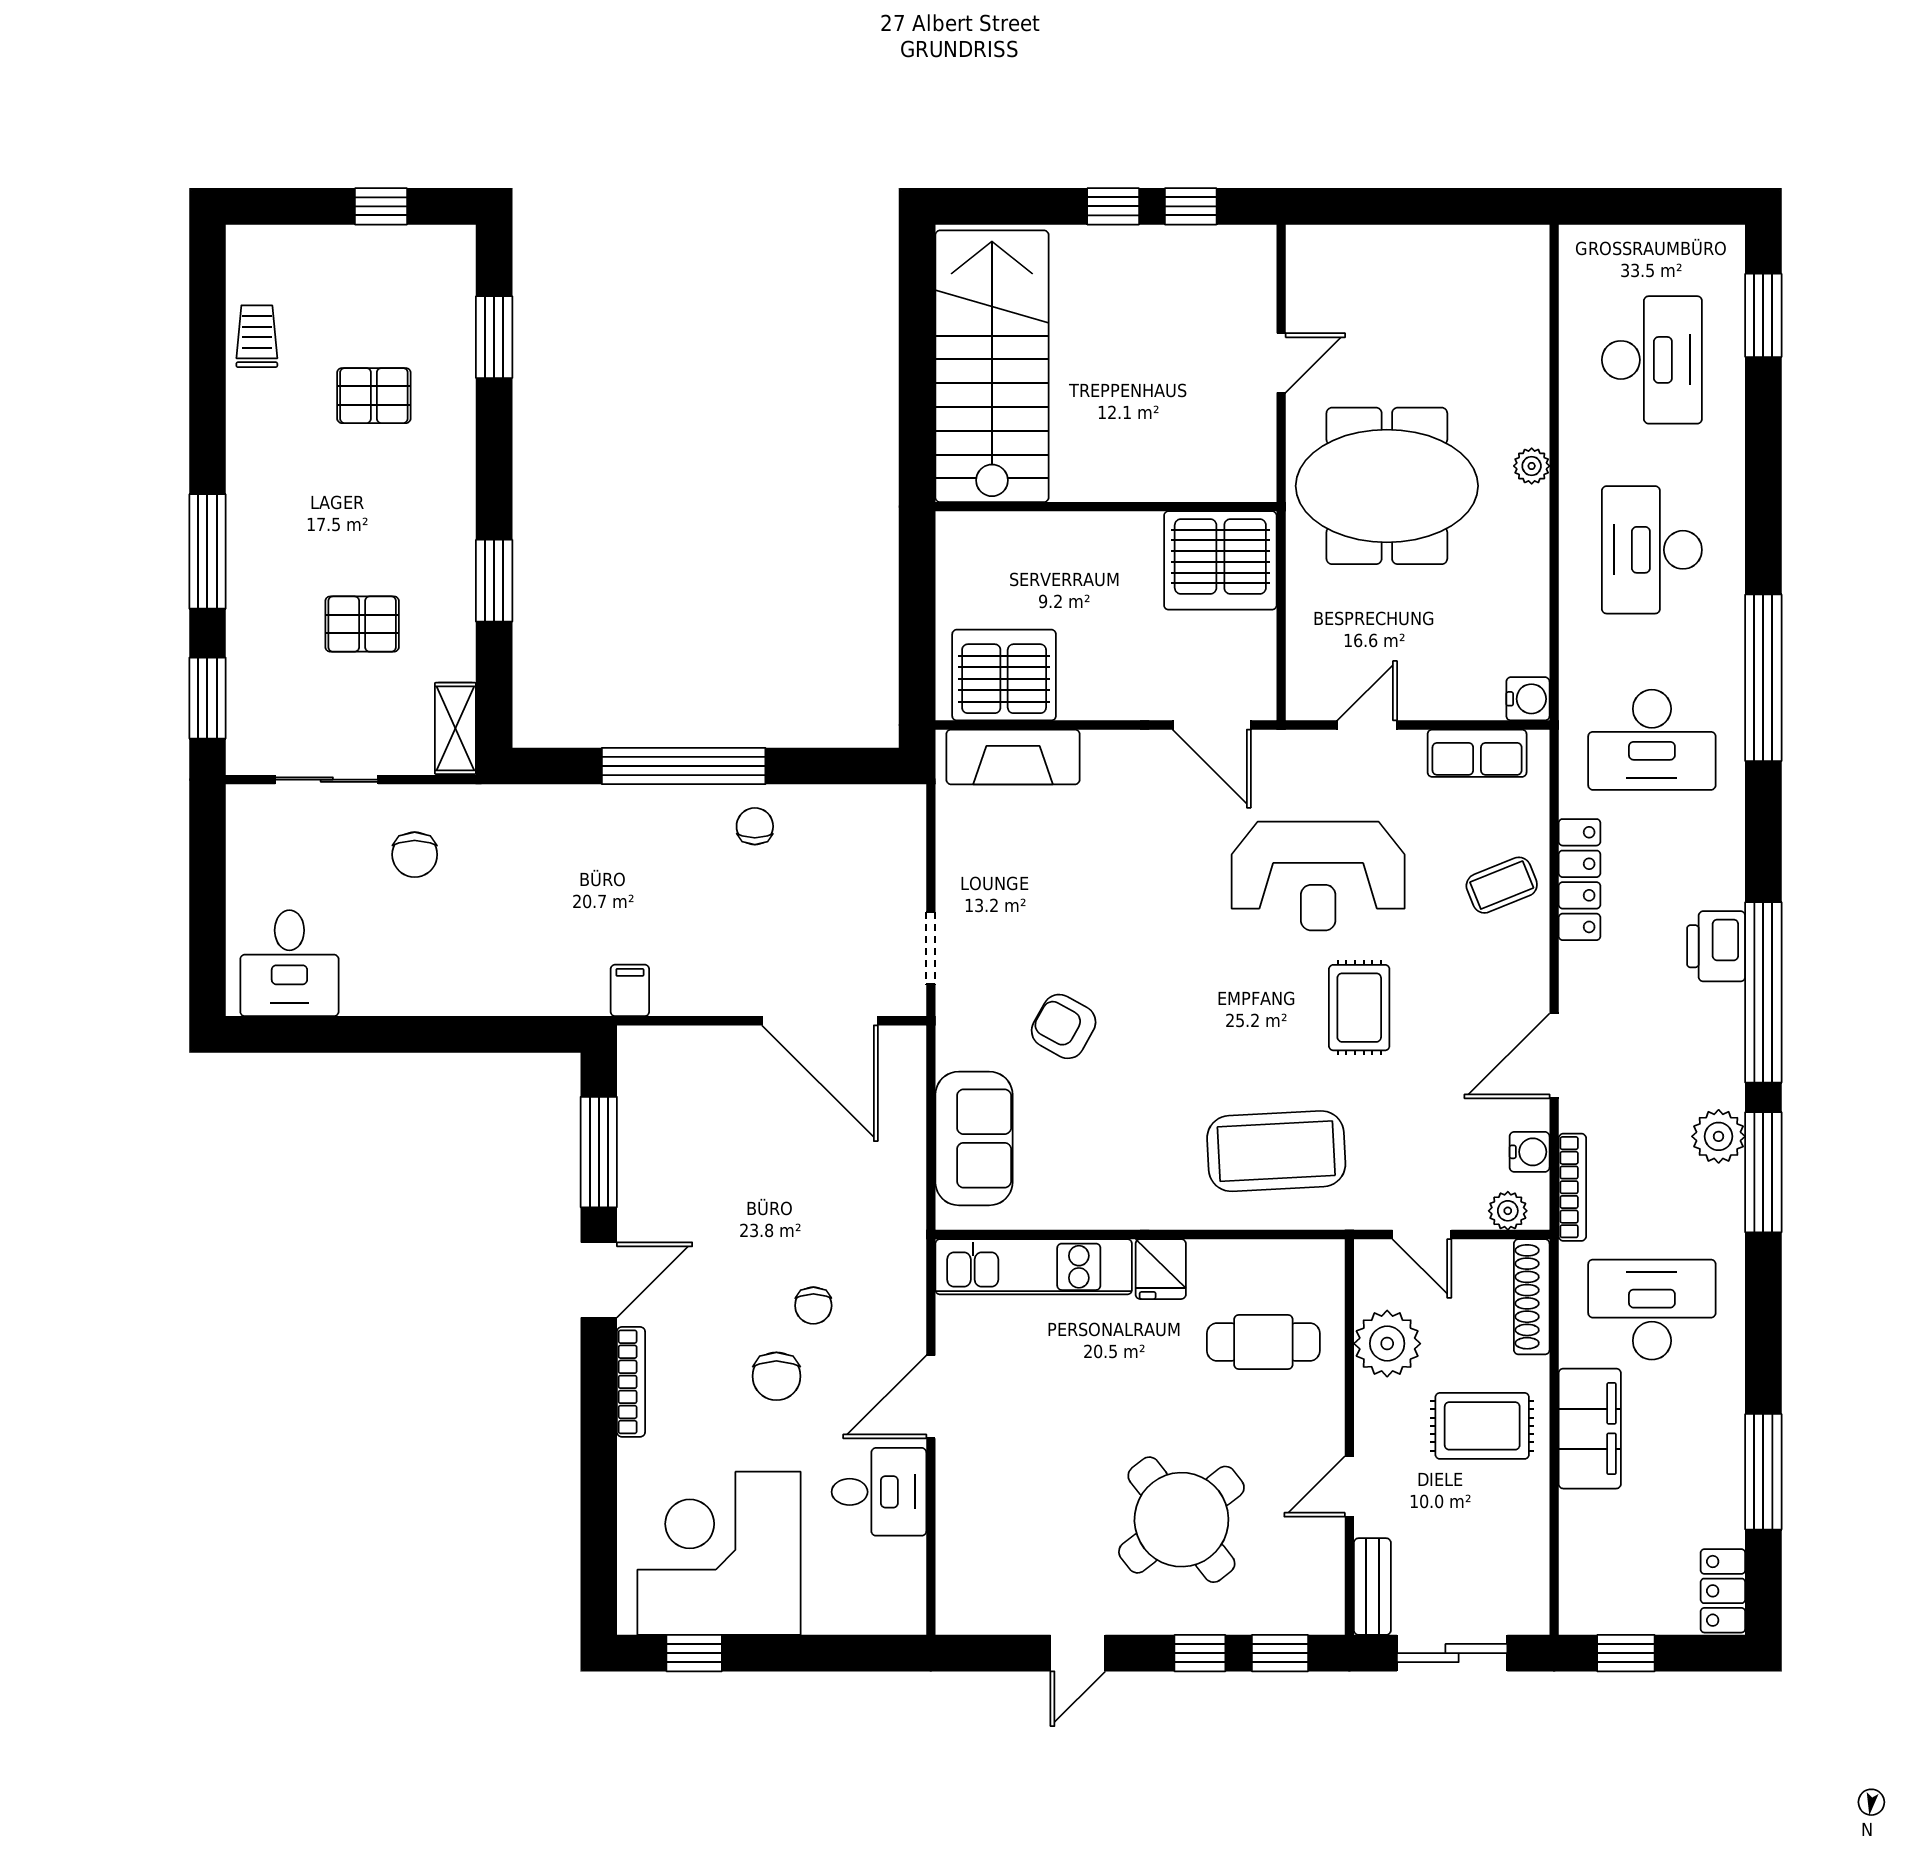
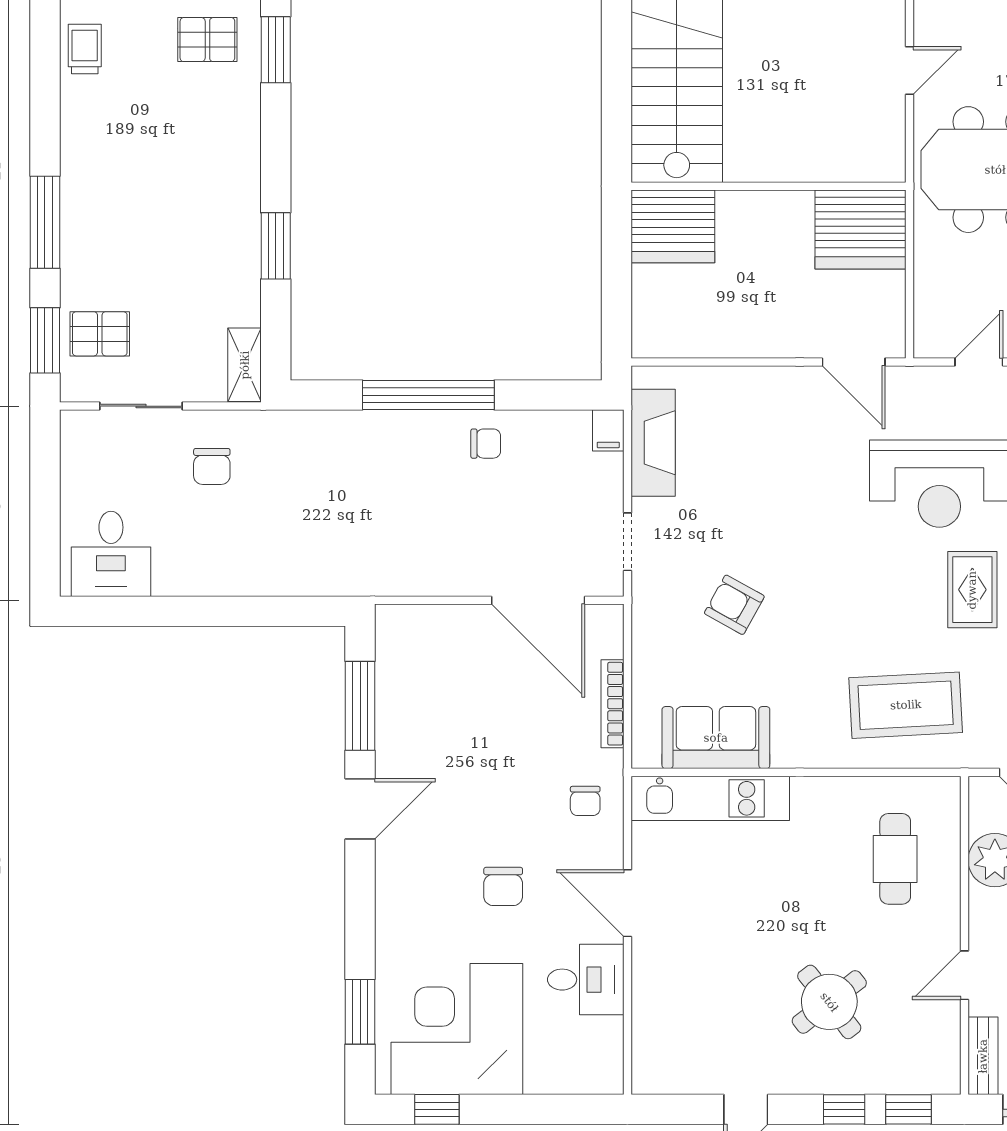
pallet: (374, 396) -> (207, 40), moved
pallet: (362, 624) -> (100, 334), moved
server rack: (1004, 675) -> (673, 226), moved, turned 180
fireplace: (1013, 757) -> (653, 443), moved, turned -90
chair: (755, 826) -> (486, 444), turned 90
filing cabinet: (630, 990) -> (608, 430), moved, turned 180
sofa: (974, 1138) -> (716, 738), moved, turned -90
fridge: (1161, 1269) -> (813, 800), removed
chair: (813, 1306) -> (585, 801), moved
cafe table: (1263, 1342) -> (895, 859), turned 90
bookcase: (631, 1382) -> (612, 704), moved, turned 180
door: (931, 1397) -> (627, 903), hinge flipped
round table: (1181, 1520) -> (829, 1002), width x0.73, depth x0.73
window: (599, 1532) -> (360, 1012), added

